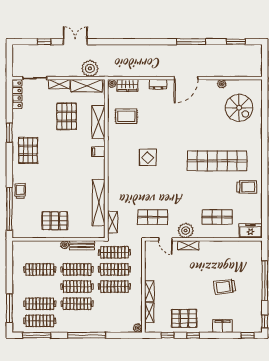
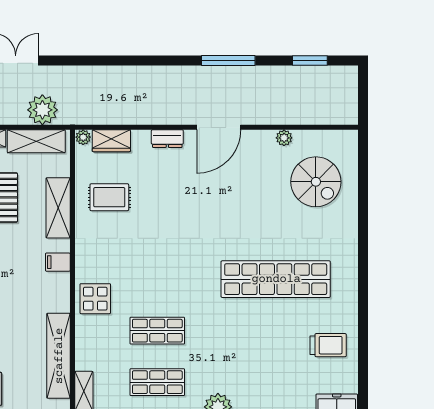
display table: (148, 157) -> (95, 299), moved
trolley: (247, 187) -> (328, 345), moved
shop shelf: (217, 217) -> (157, 331), moved

